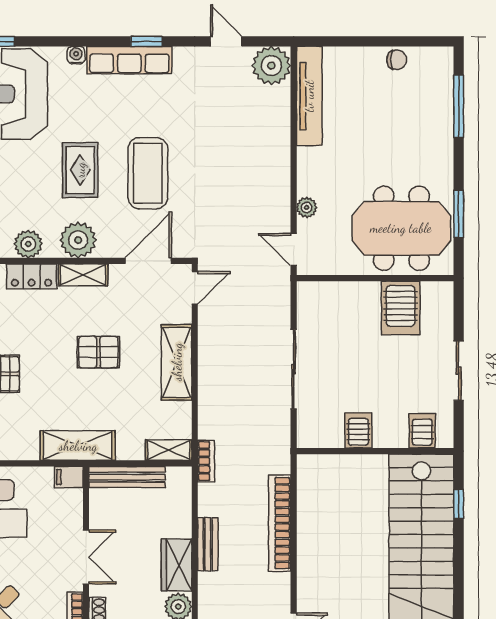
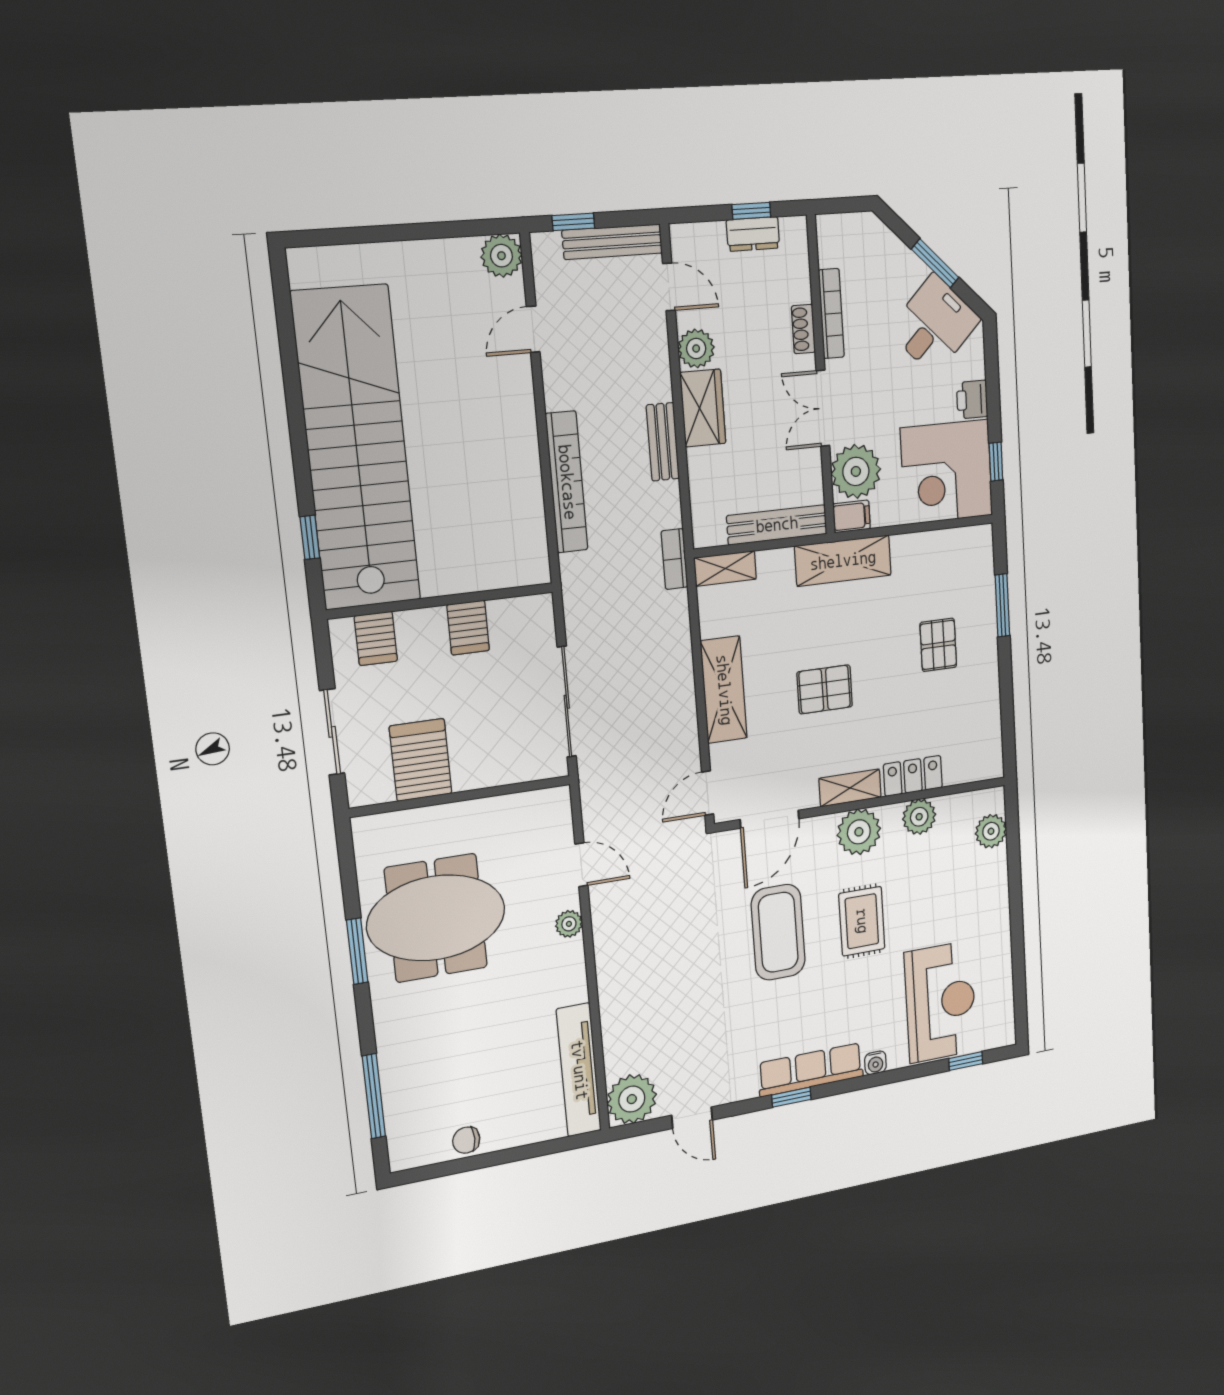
wall: (375, 278) -> (461, 796), moved
server rack: (401, 308) -> (421, 760), moved
plant: (63, 509) -> (856, 471), added

